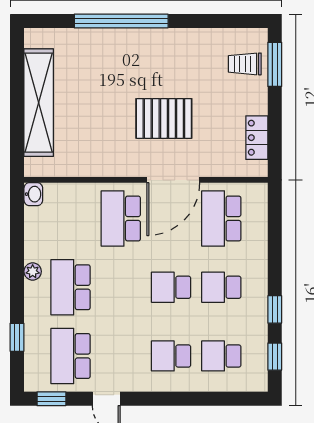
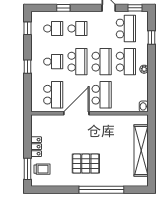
pallet: (164, 118) -> (86, 164), moved
locker: (257, 138) -> (36, 147), moved
school desk: (121, 287) -> (102, 62), added
school desk: (171, 287) -> (77, 62), width x1.85
window: (275, 309) -> (28, 67), moved
window: (200, 399) -> (63, 8), added

